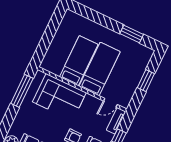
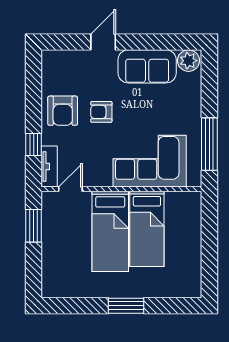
window: (132, 34) -> (126, 306), moved
window: (146, 81) -> (34, 226), moved

